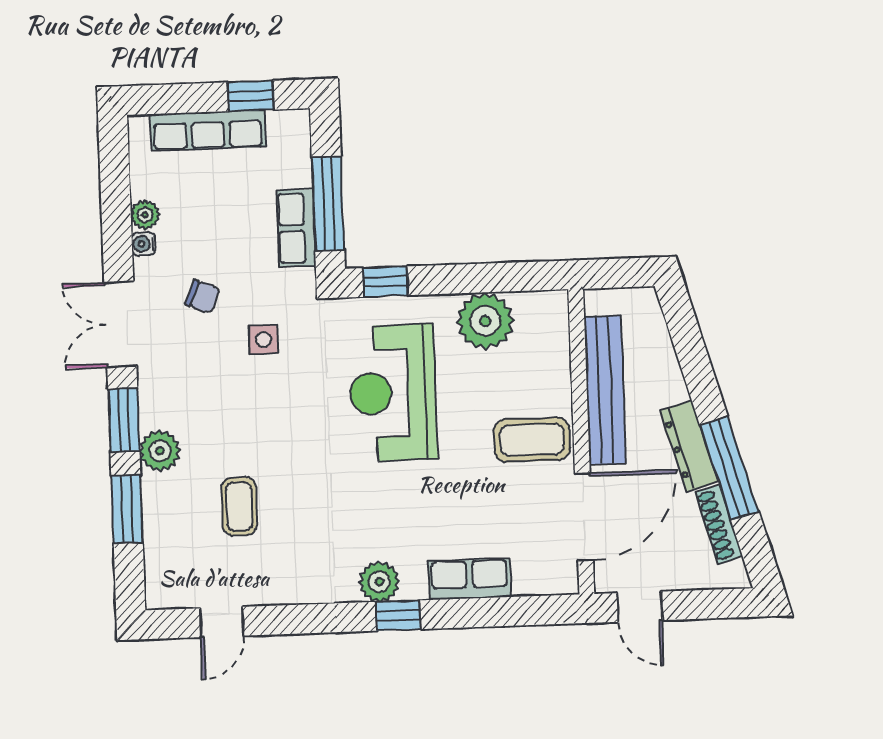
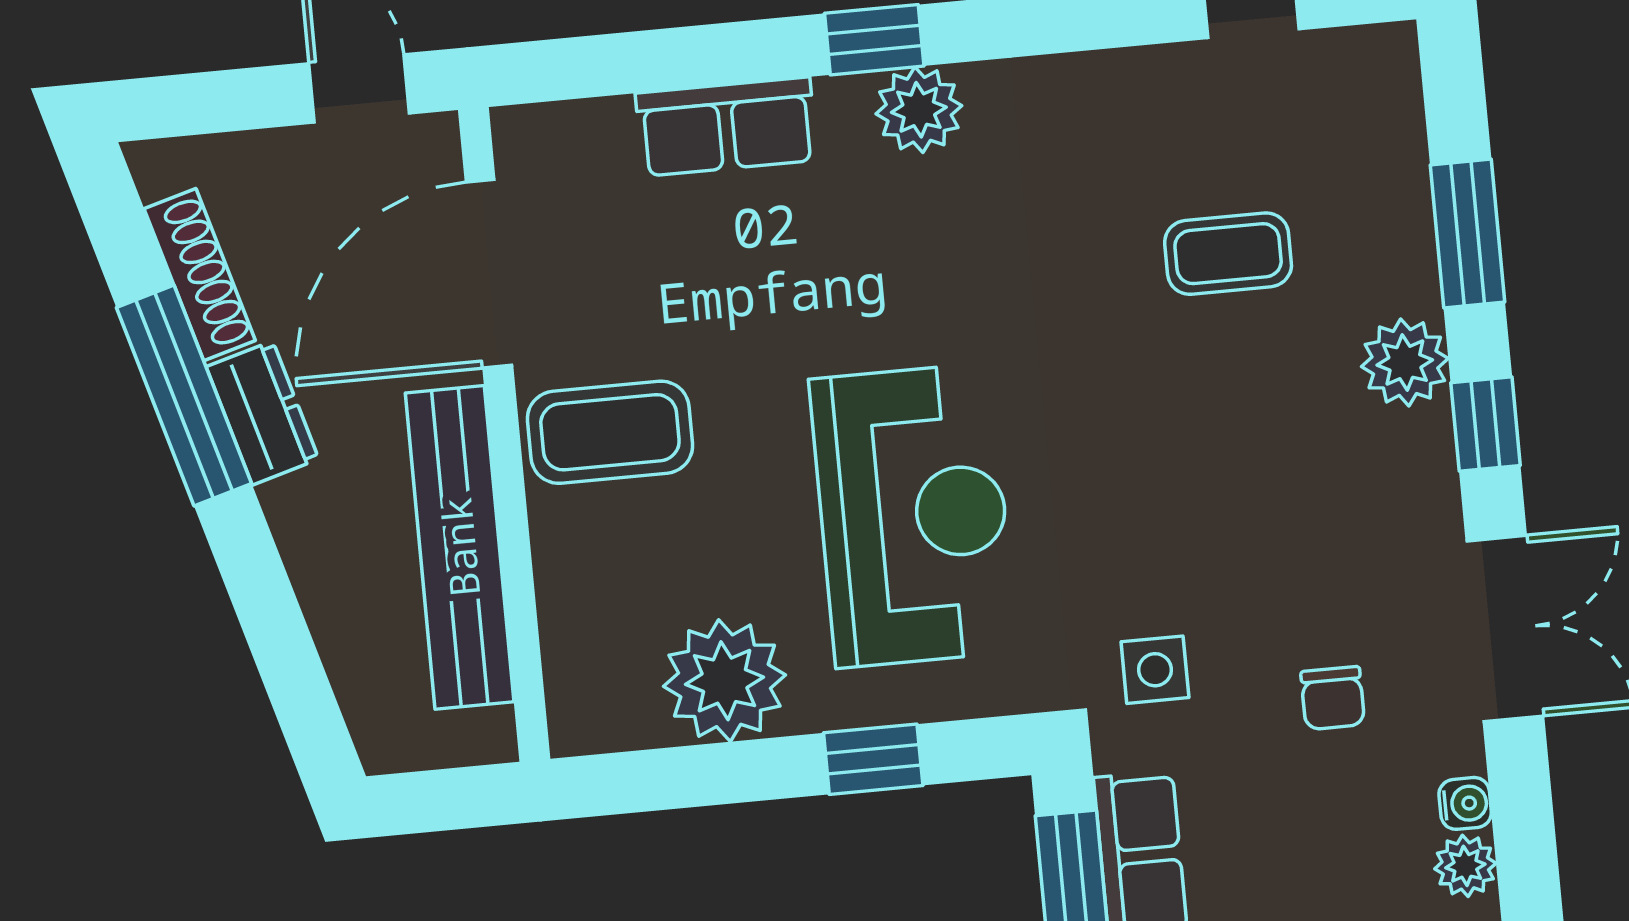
window: (385, 282) -> (873, 759), moved
chair: (202, 297) -> (1333, 698), turned -112
side table: (263, 340) -> (1155, 670), moved
window: (124, 420) -> (1486, 424), width x0.67
dresser: (689, 446) -> (262, 413), width x0.70
coffee table: (239, 506) -> (1228, 254), turned 90

